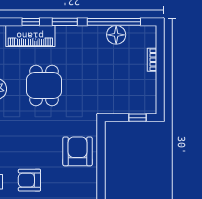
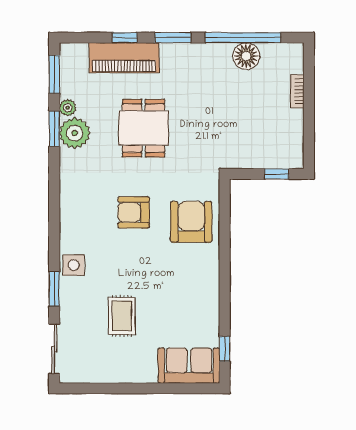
armchair: (29, 180) -> (134, 212), moved

